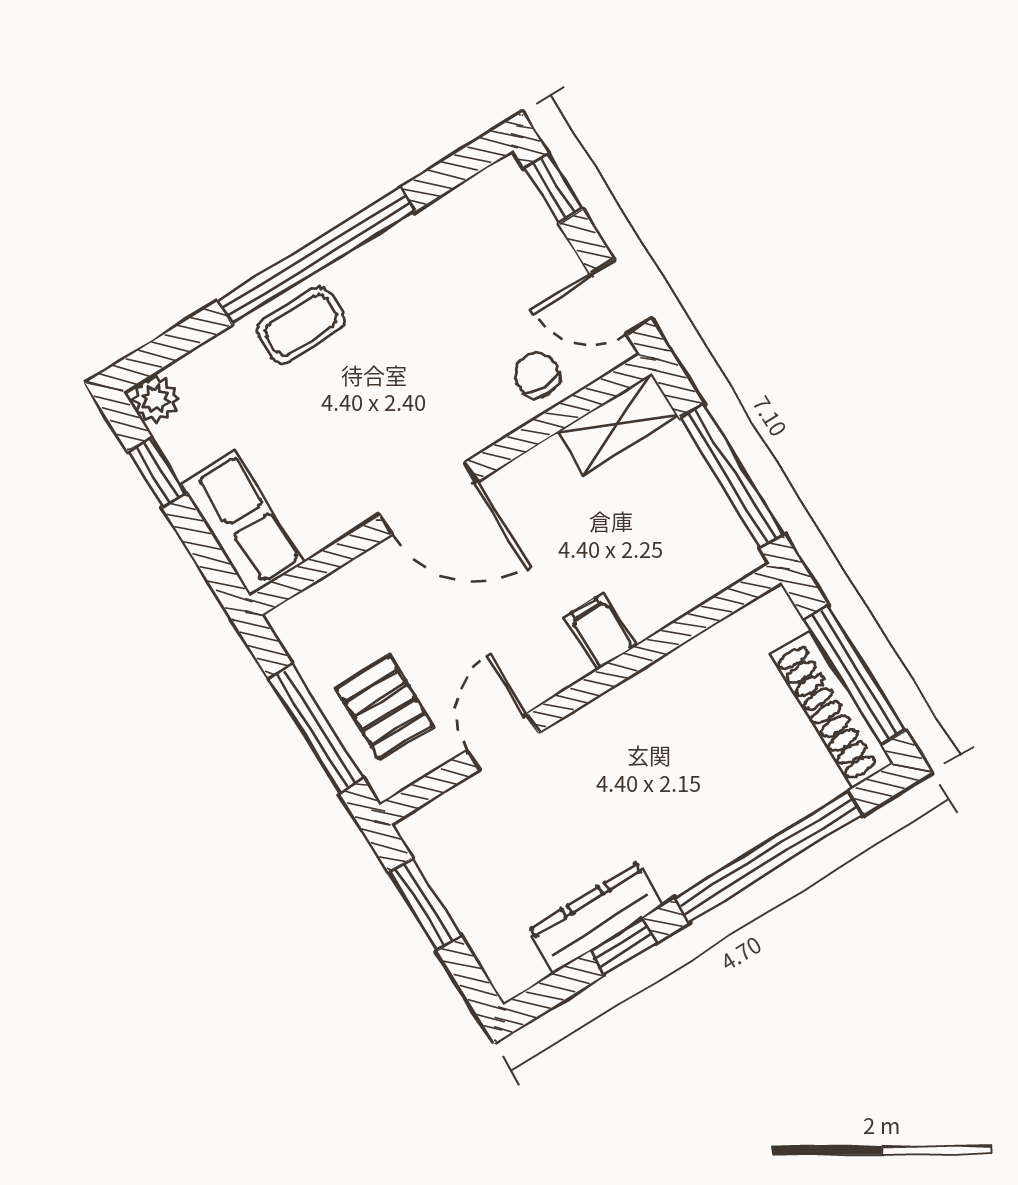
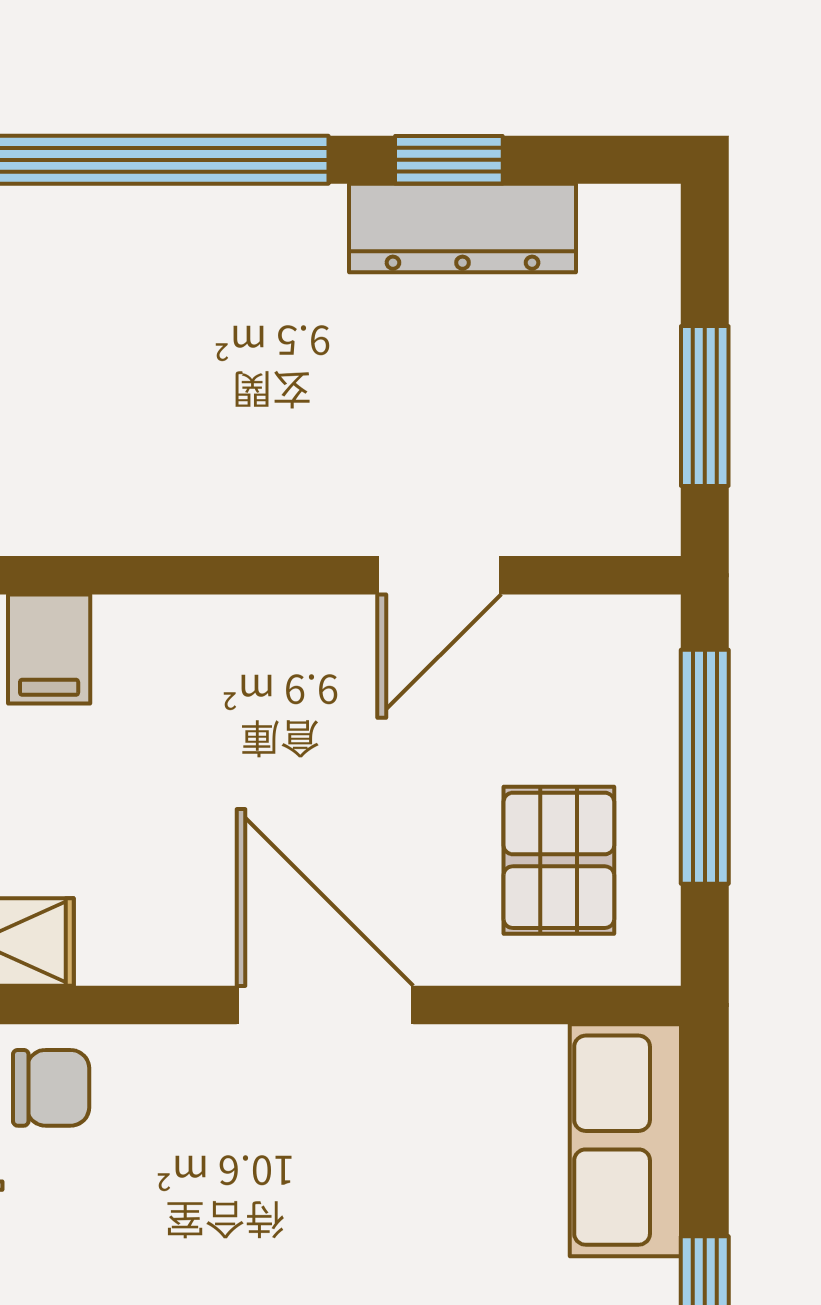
chair: (537, 375) -> (51, 1088), turned -90
filing cabinet: (600, 632) -> (49, 649), moved
pallet: (384, 707) -> (559, 860), moved

